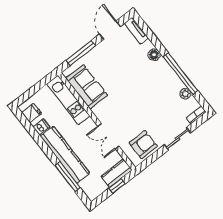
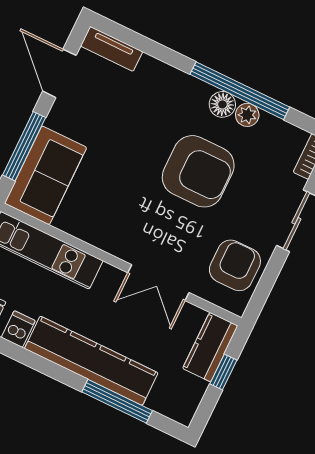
floor lamp: (154, 55) -> (222, 104), moved
sofa: (87, 87) -> (46, 175), moved, turned 90
plant: (185, 94) -> (247, 115), moved
armchair: (147, 99) -> (198, 171), added

